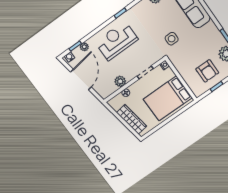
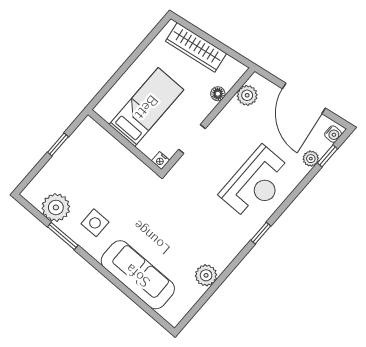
side table: (172, 39) -> (95, 223), moved
armchair: (207, 71) -> (82, 168), removed
plant: (120, 81) -> (247, 95), moved
bed: (168, 98) -> (146, 107), width x0.67

